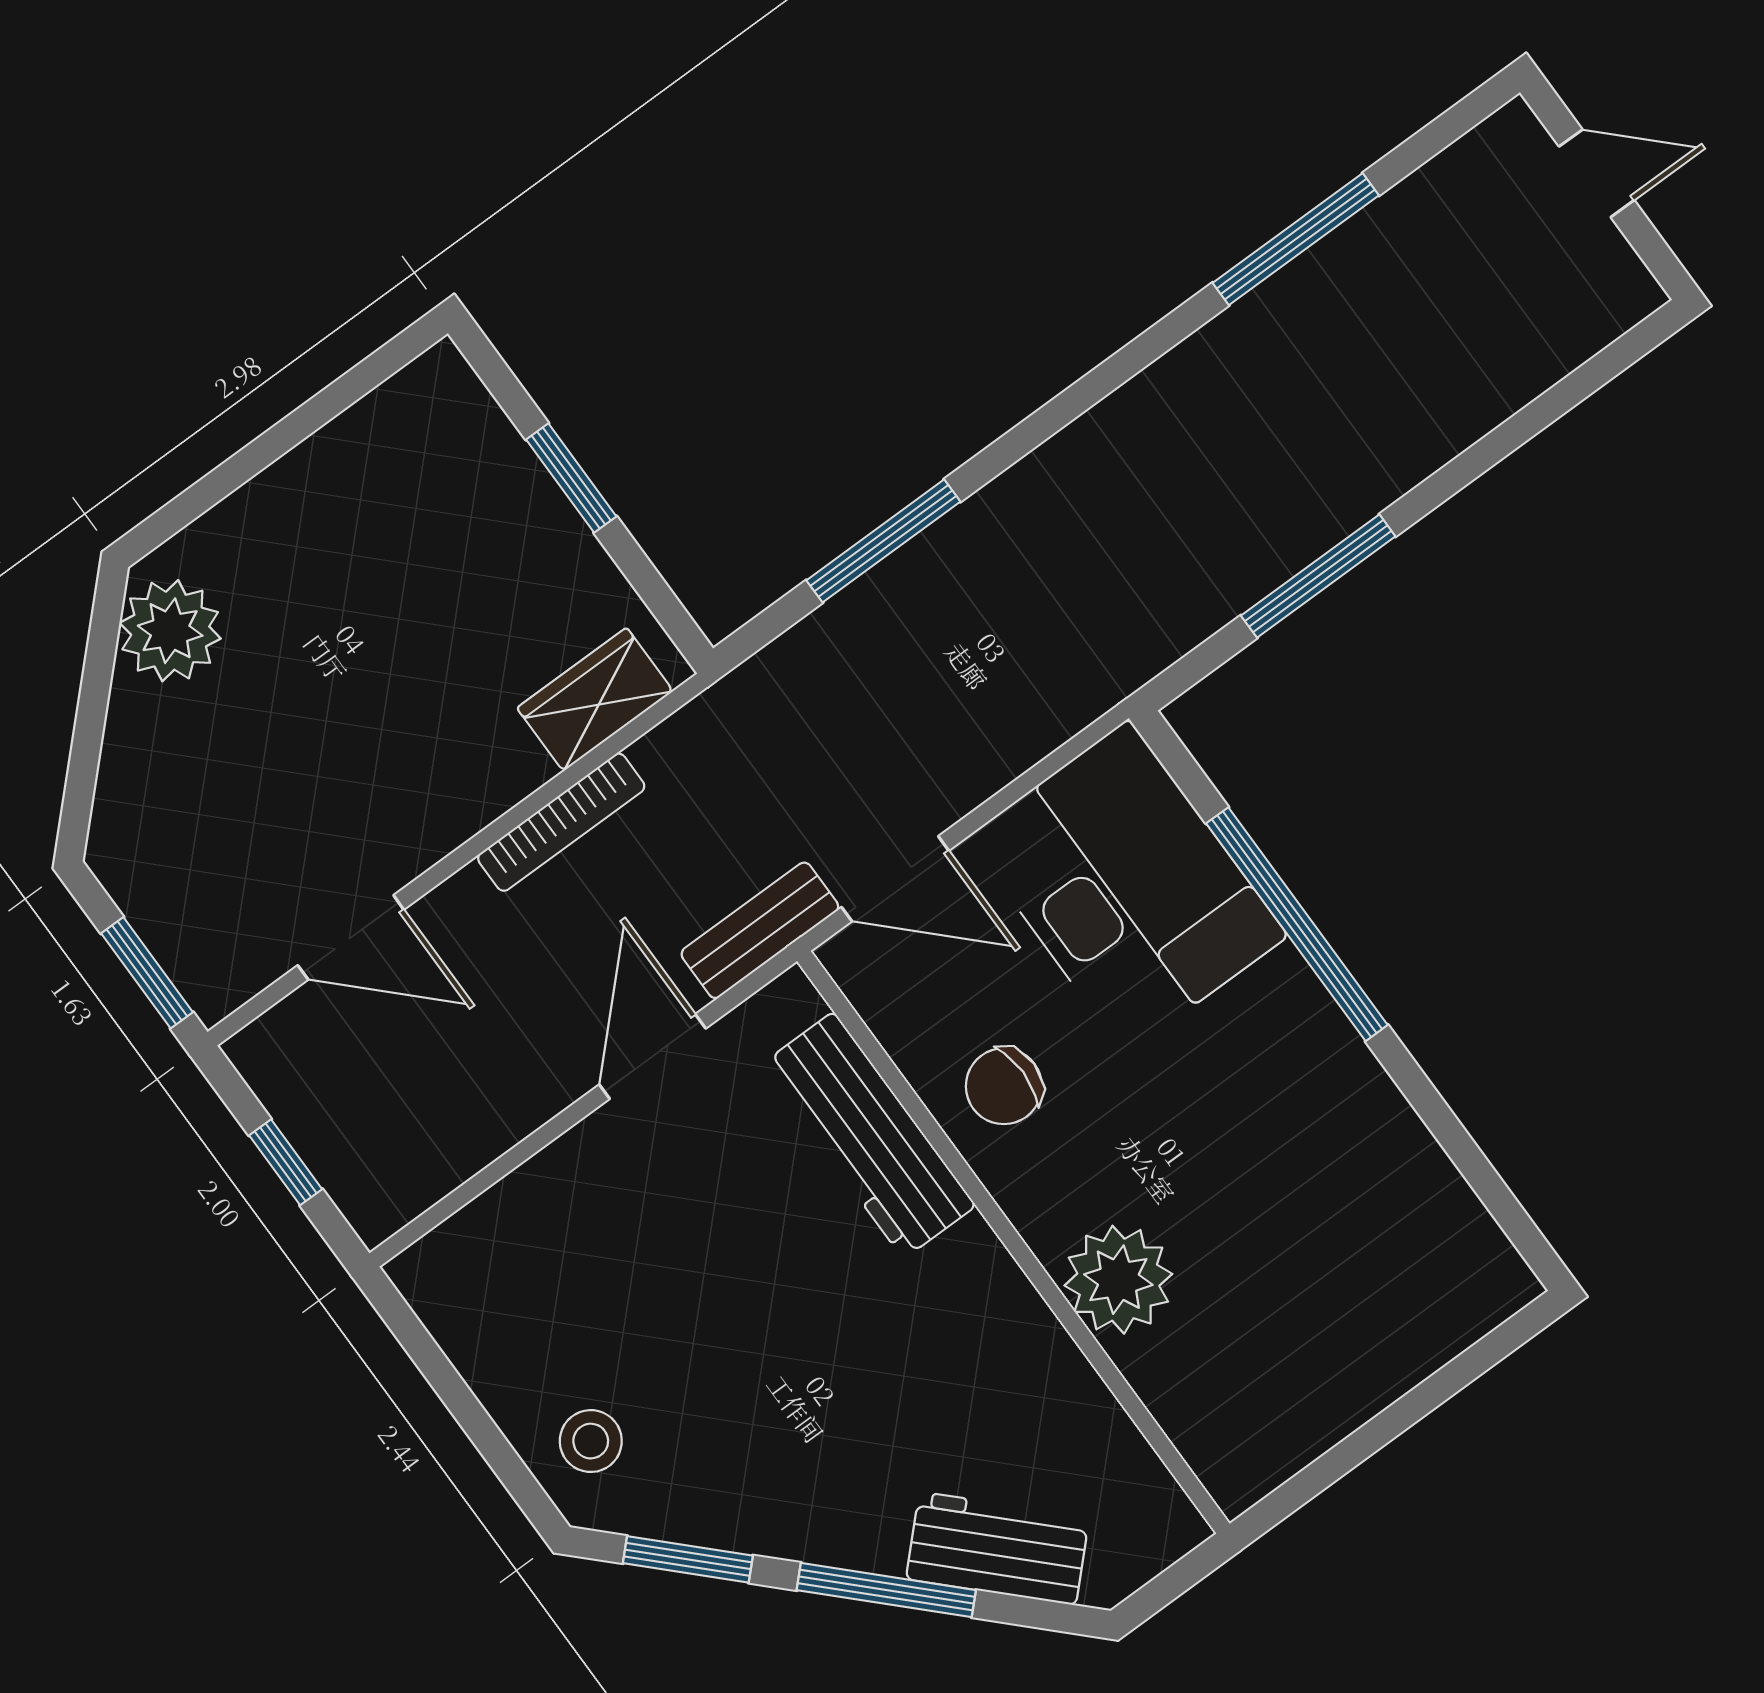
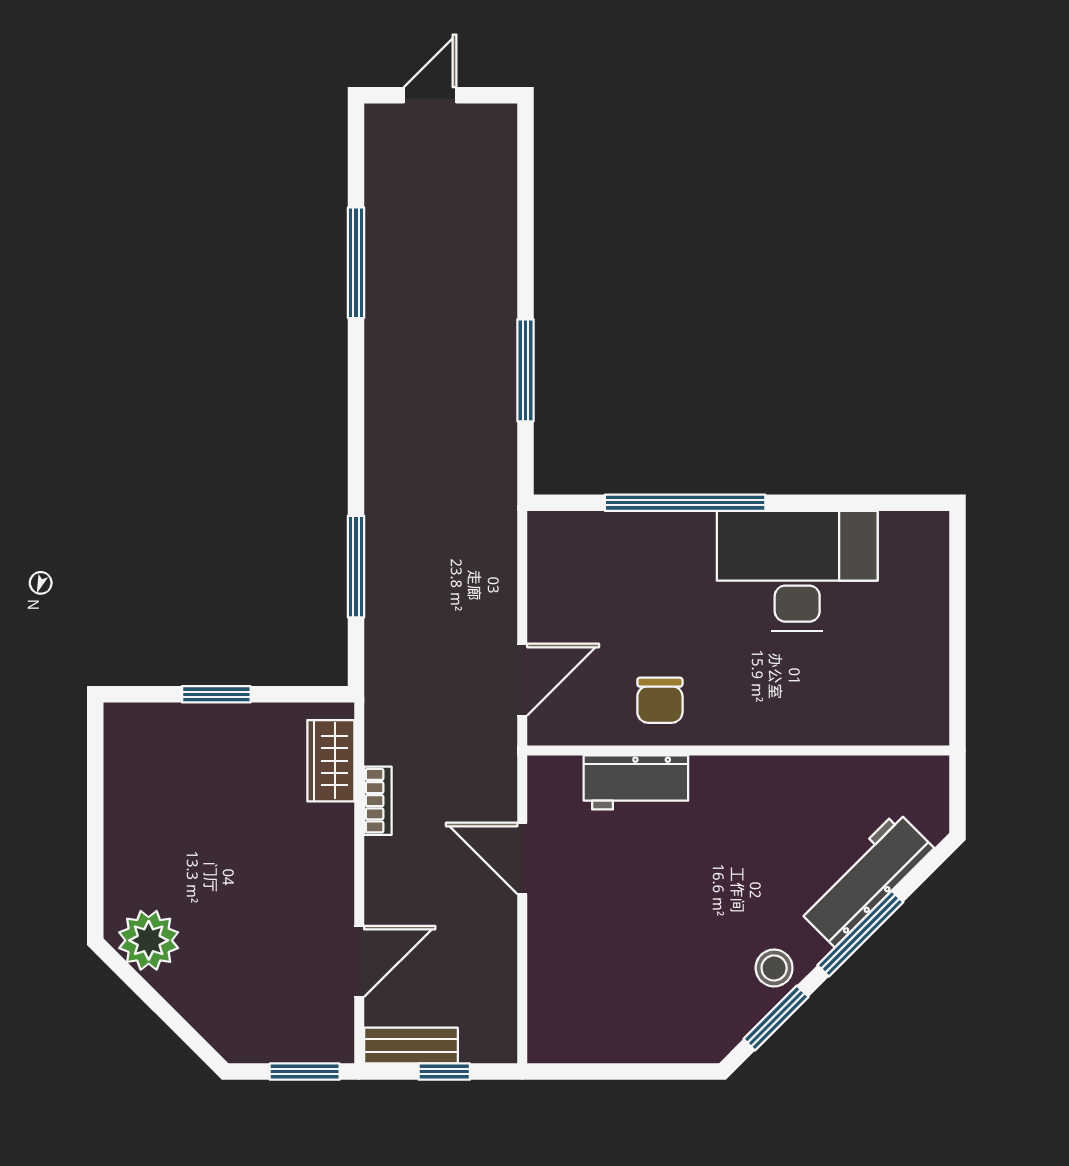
bookcase: (561, 822) -> (378, 801), width x0.64
desk: (1127, 887) -> (797, 571), moved
bench: (760, 930) -> (411, 1046), moved, turned 90
workbench: (869, 1135) -> (636, 782), width x0.73
plant: (1118, 1280) -> (793, 713), removed
stool: (591, 1441) -> (774, 968), moved
workbench: (998, 1548) -> (866, 879), width x1.38

